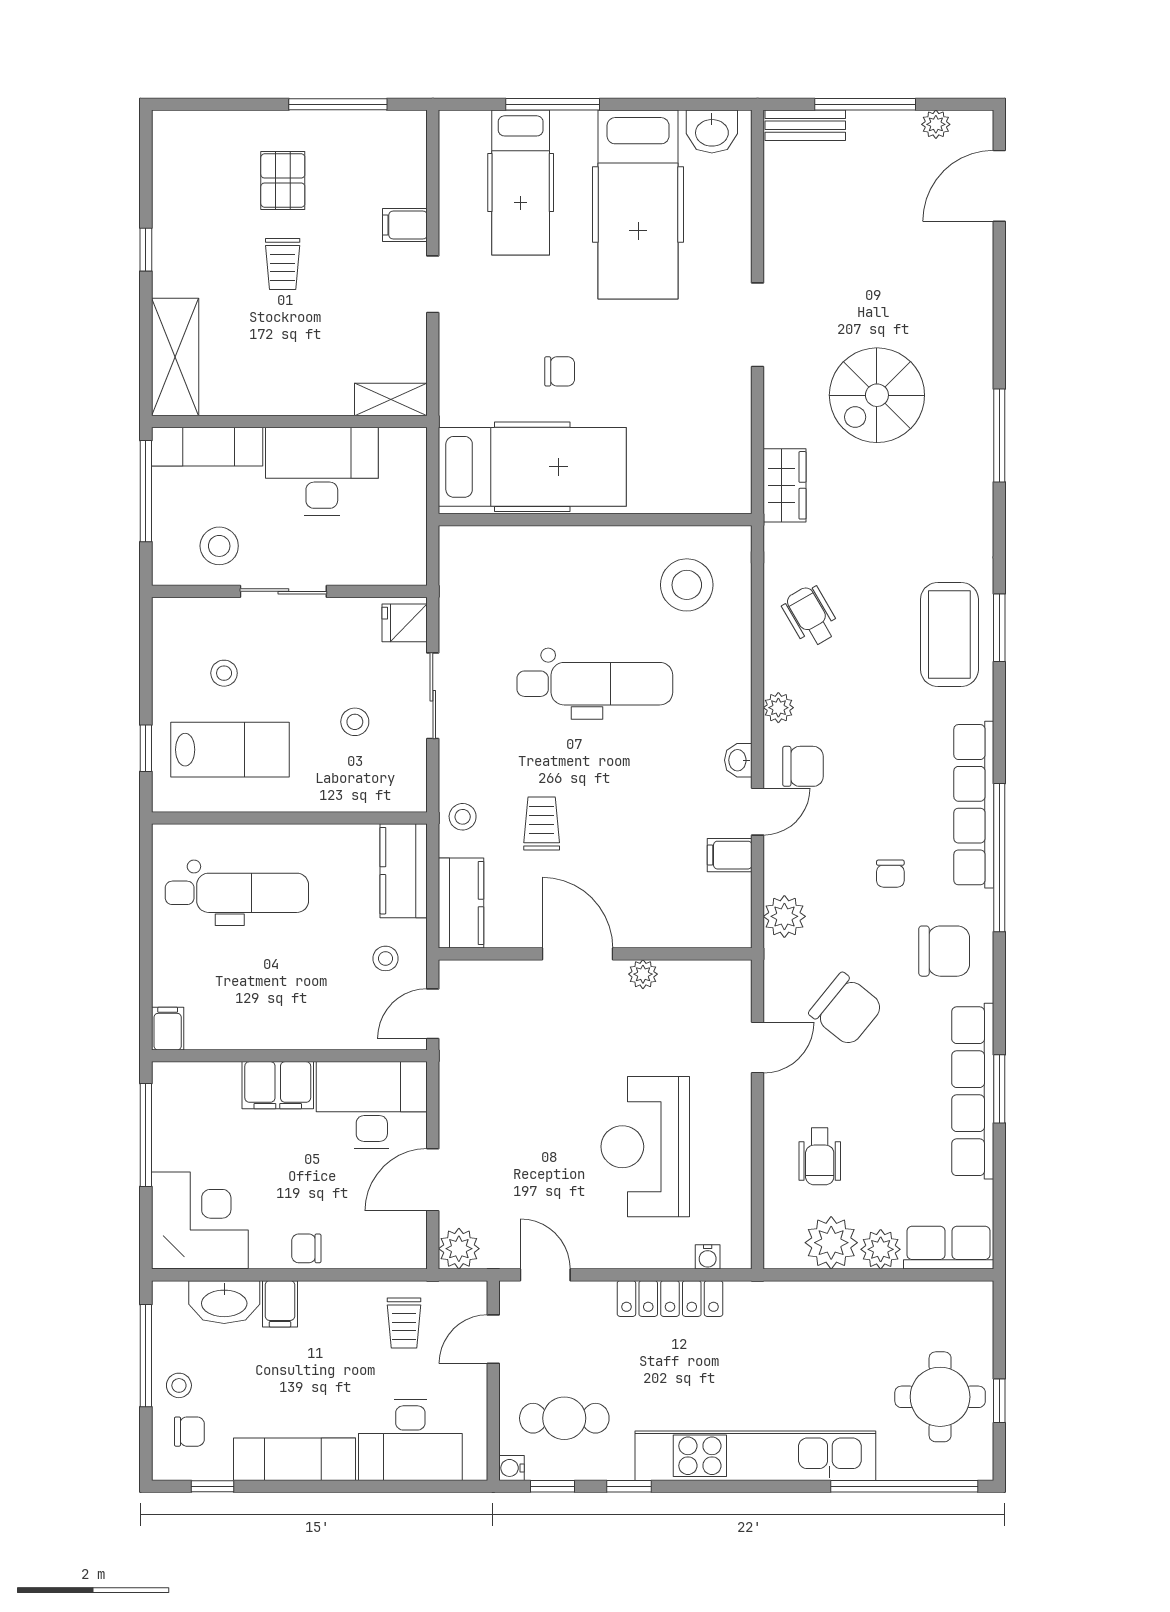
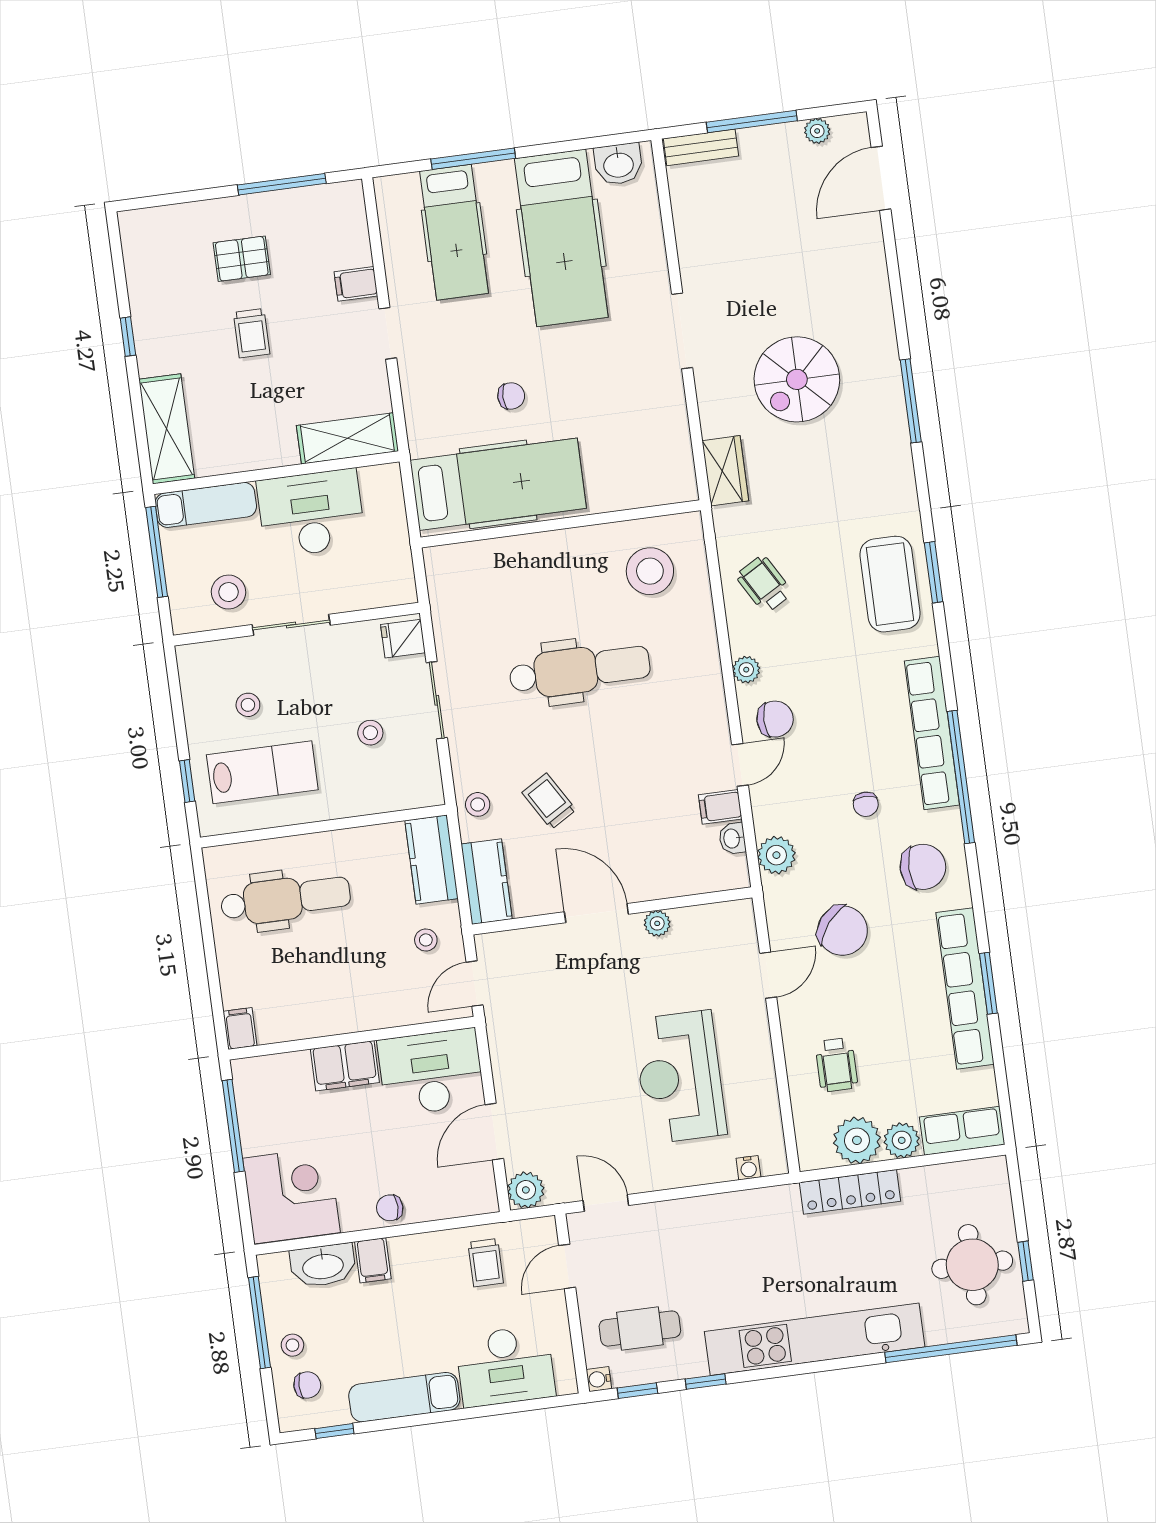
pallet: (283, 180) -> (242, 259), turned 90
shelving: (391, 399) -> (347, 438), width x1.50, depth x1.33
washbasin: (738, 760) -> (732, 838), moved
trolley: (542, 824) -> (549, 801), turned -31
locker: (670, 1299) -> (850, 1192), moved

